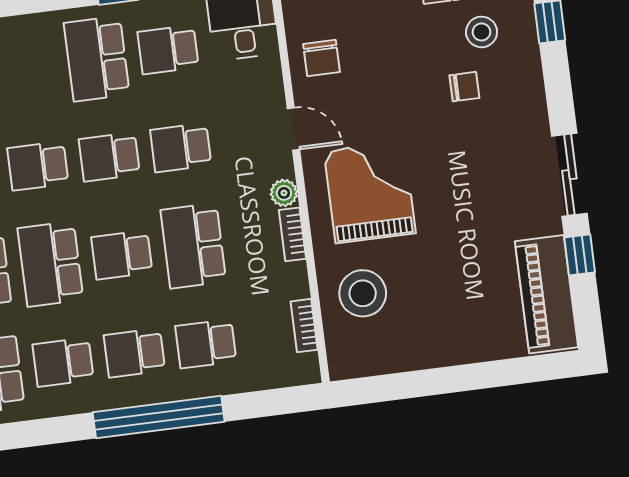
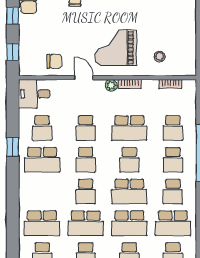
door: (293, 129) -> (84, 78), hinge flipped
stool: (363, 293) -> (160, 57), width x0.53, depth x0.53

